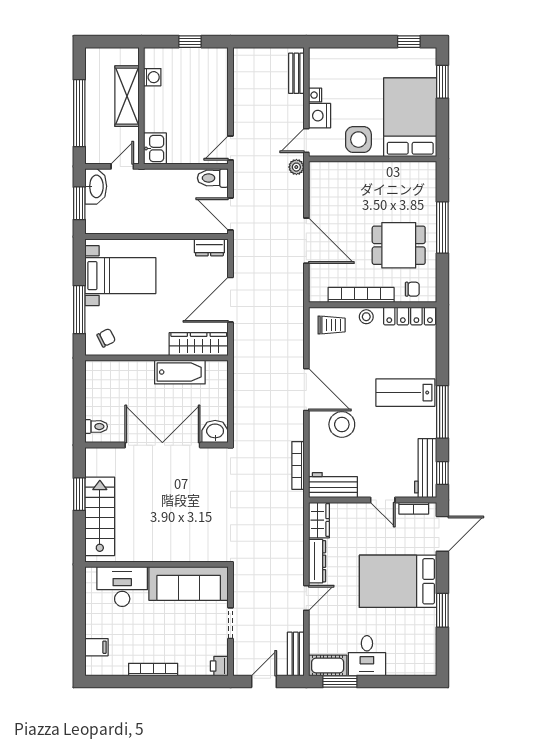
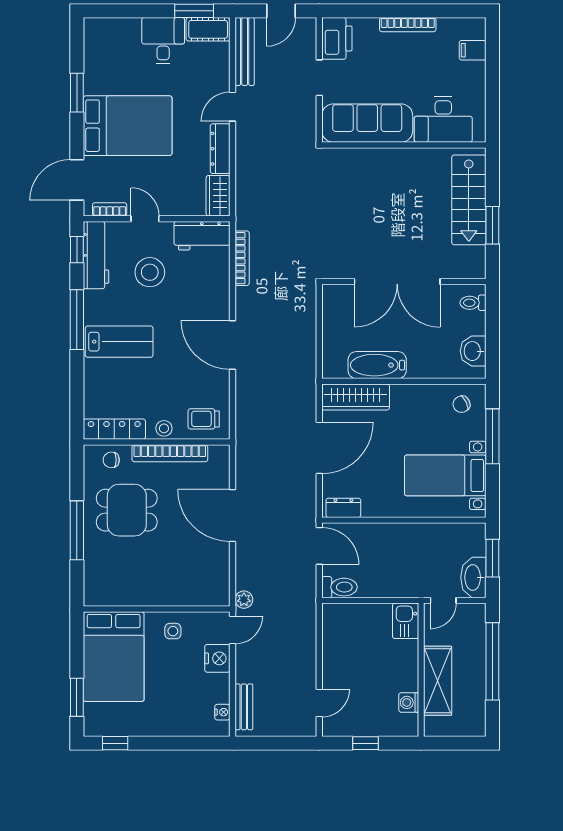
nightstand: (315, 95) -> (222, 712), moved
side table: (358, 140) -> (173, 631), width x0.54, depth x0.54
door: (231, 148) -> (319, 703), moved
stool: (342, 424) -> (150, 272), moved
washbasin: (215, 432) -> (473, 351), moved, turned 90
bench: (296, 654) -> (245, 51), width x1.36
printer: (219, 666) -> (337, 38), width x1.87, depth x1.48

